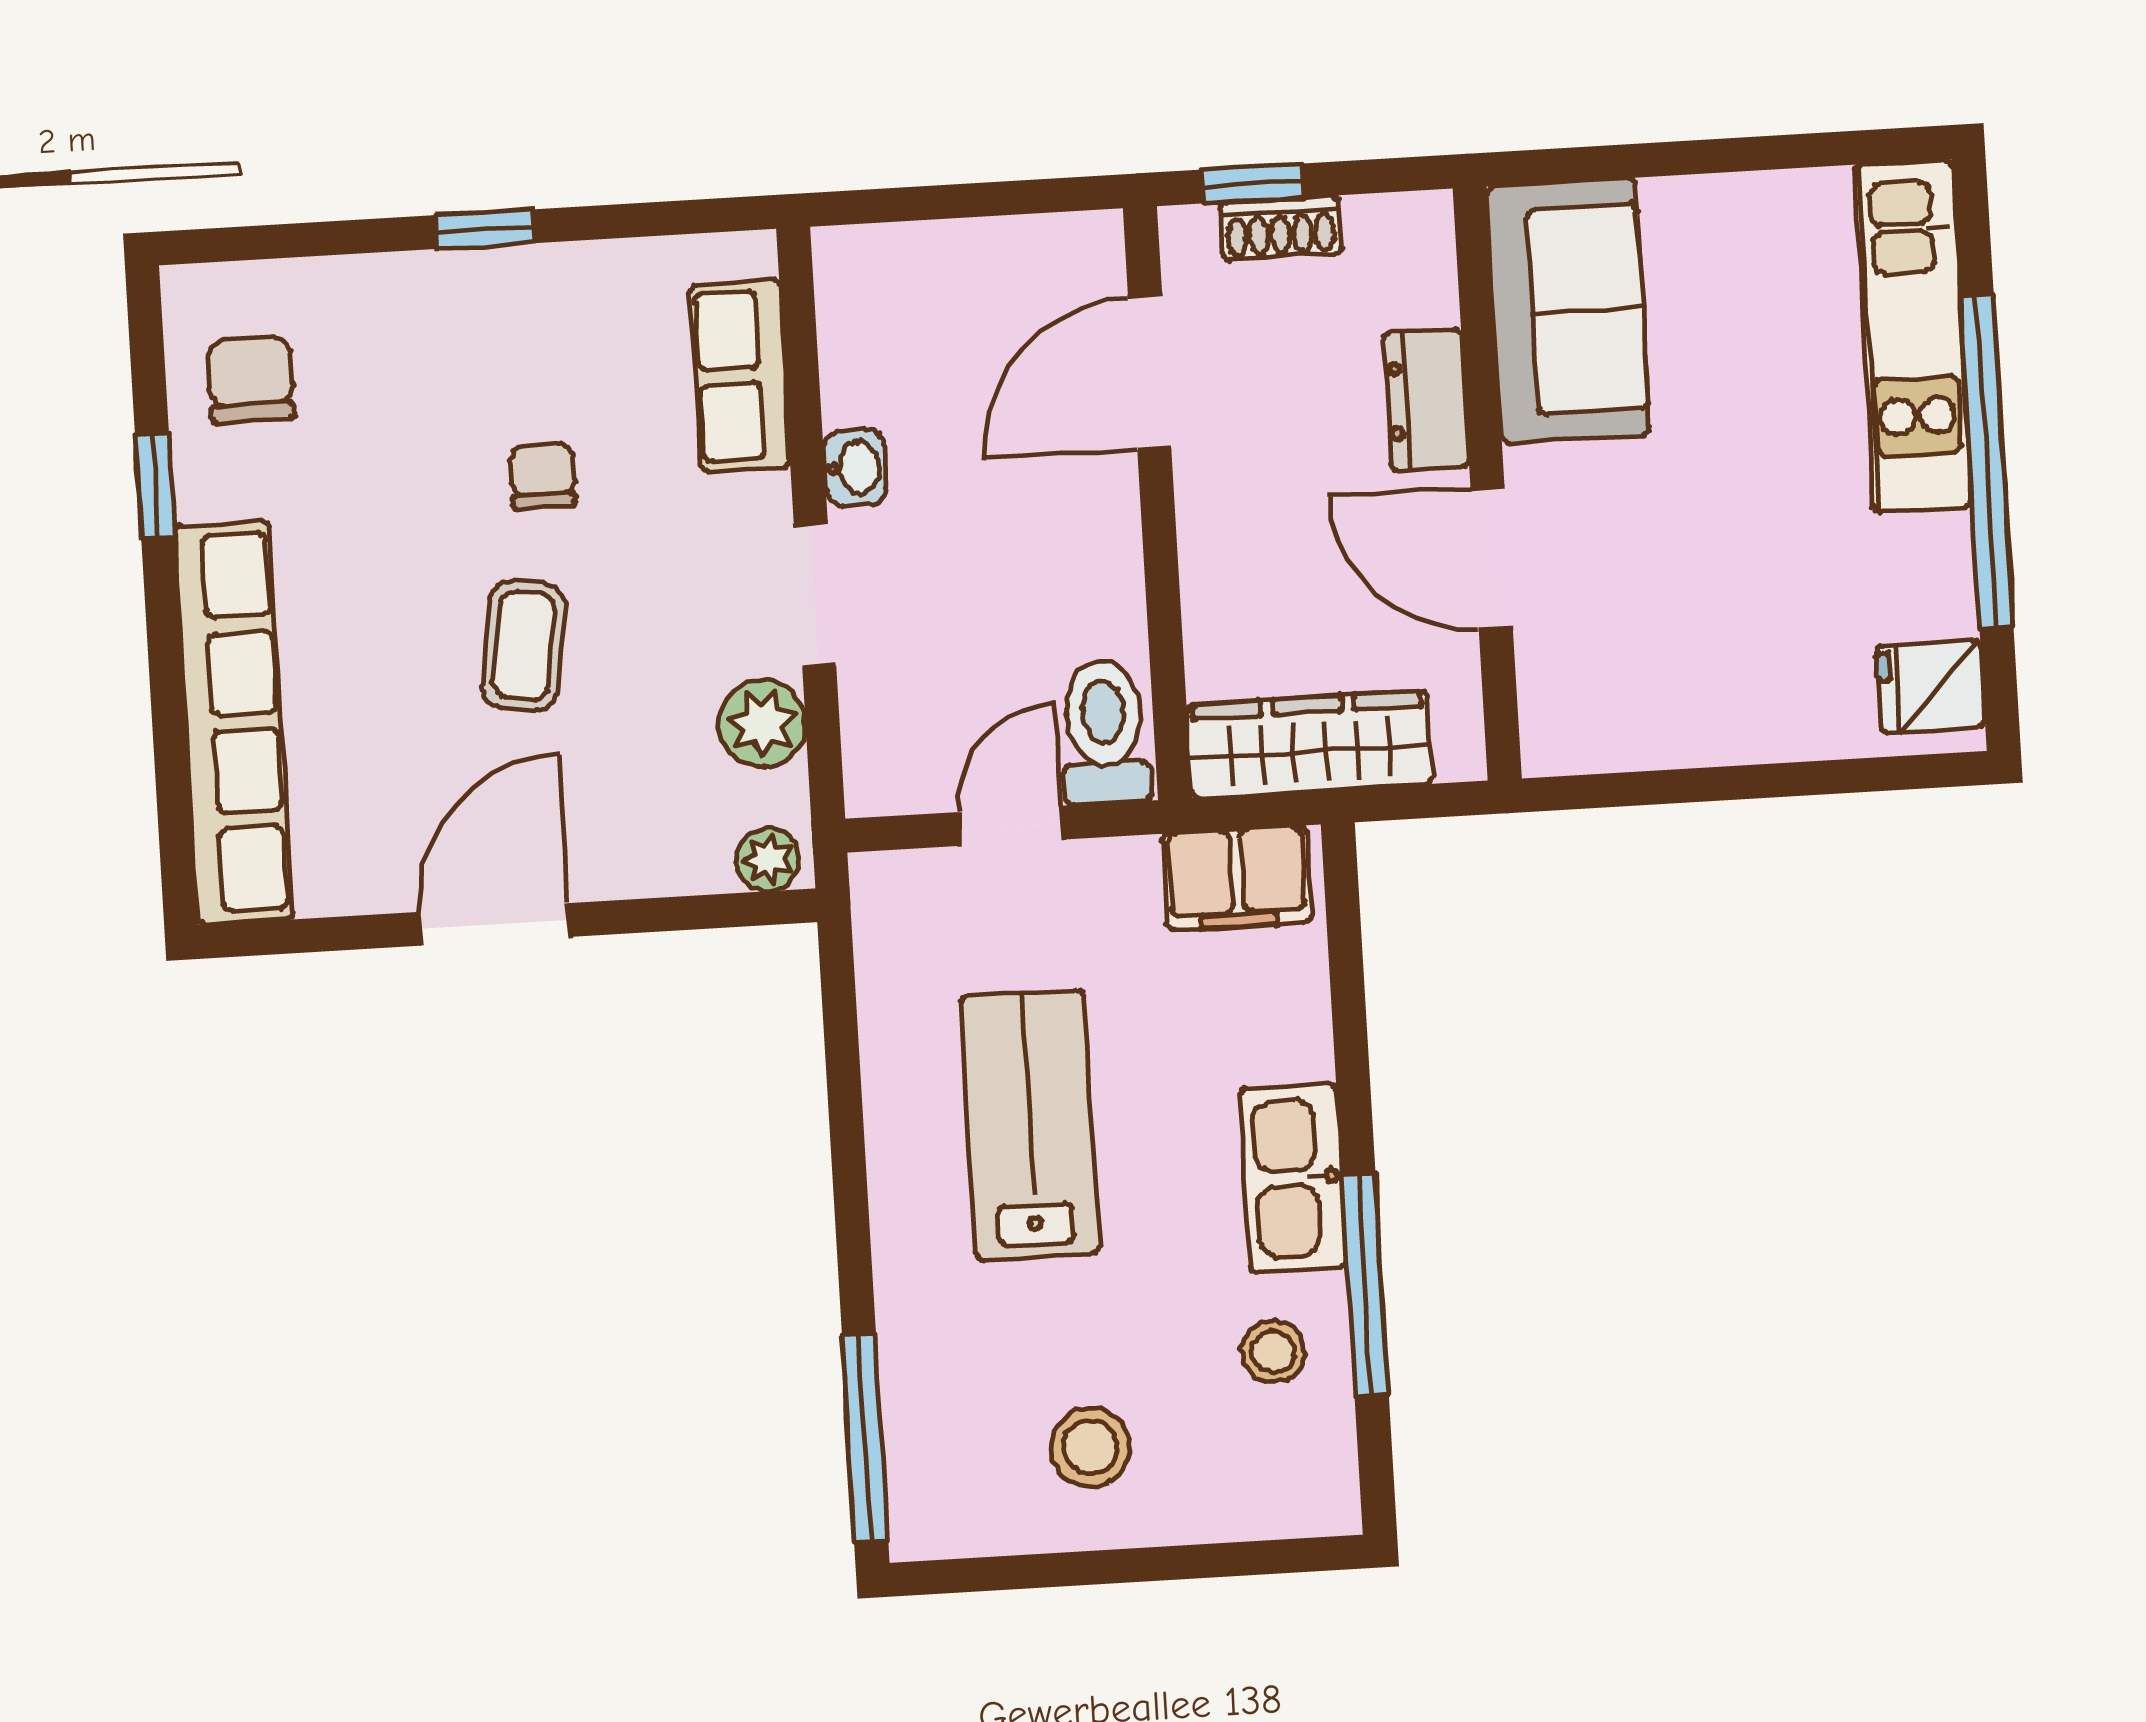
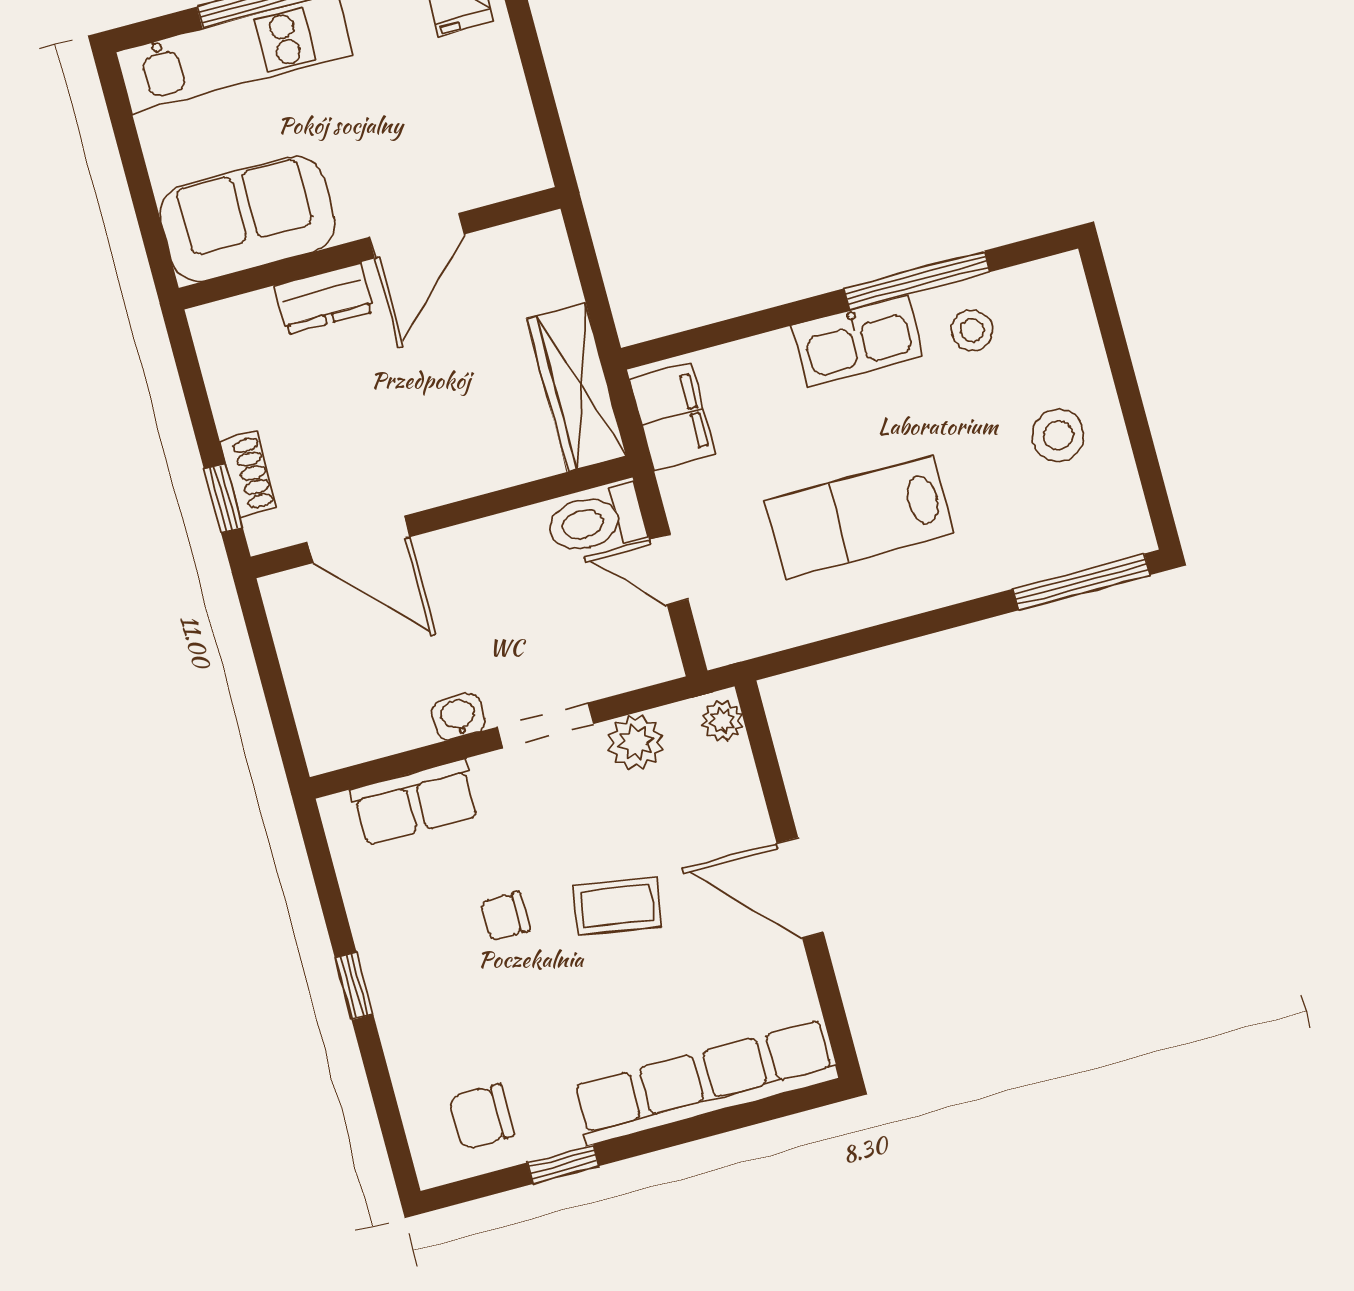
sofa: (1568, 310) -> (248, 219), moved
dresser: (1426, 400) -> (324, 299), moved
wall: (1487, 484) -> (370, 248), moved
door: (1492, 558) -> (417, 236), moved

